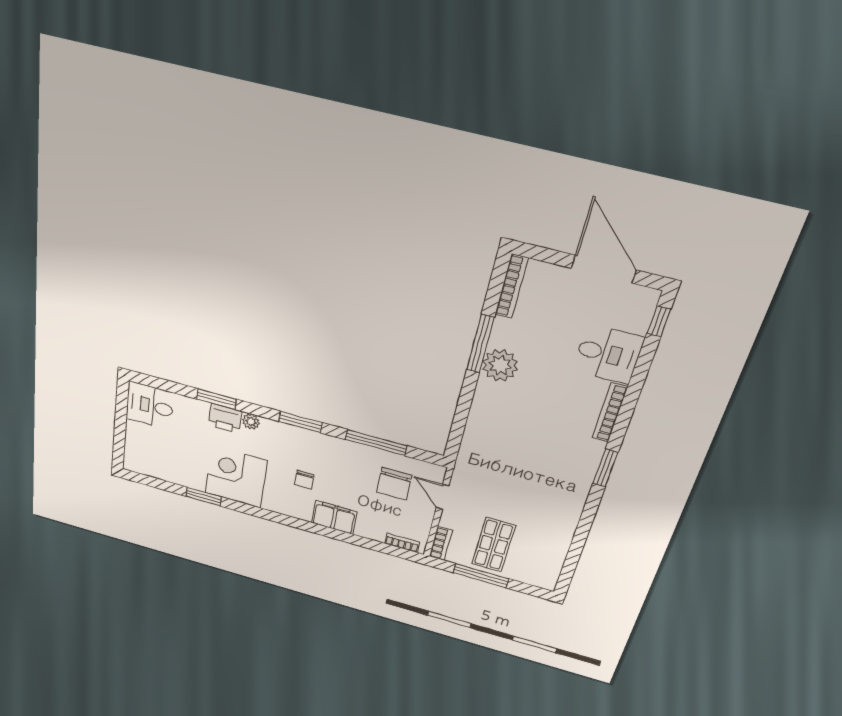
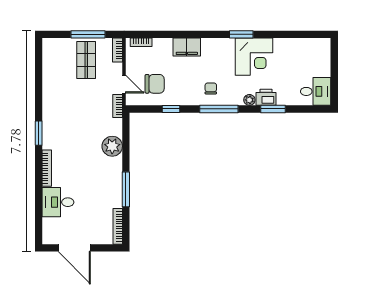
window: (659, 321) -> (39, 227), removed
plant: (500, 365) -> (112, 146), moved
window: (300, 422) -> (219, 109), width x1.44
window: (376, 443) -> (171, 109), width x0.46
bookcase: (461, 470) -> (118, 106), added
chair: (304, 480) -> (211, 88), moved
chair: (394, 484) -> (155, 84), turned 90
window: (204, 497) -> (241, 34), moved

